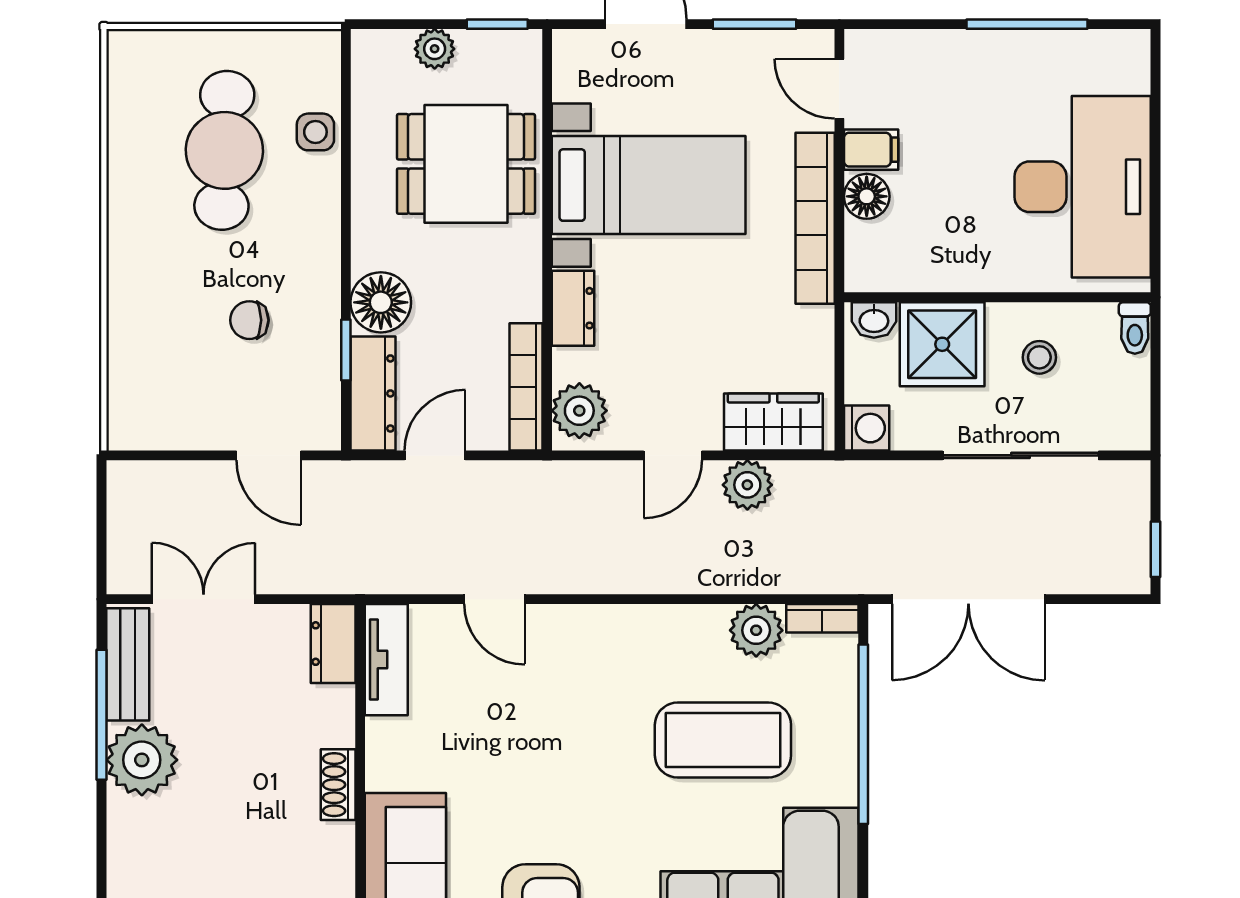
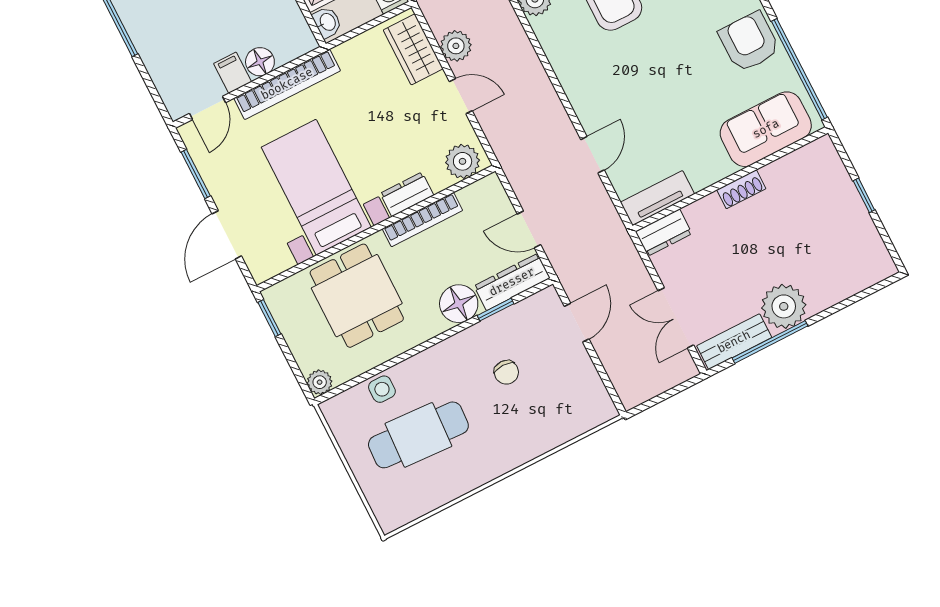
plant: (435, 49) -> (320, 382), moved
bookcase: (526, 387) -> (422, 220), moved

